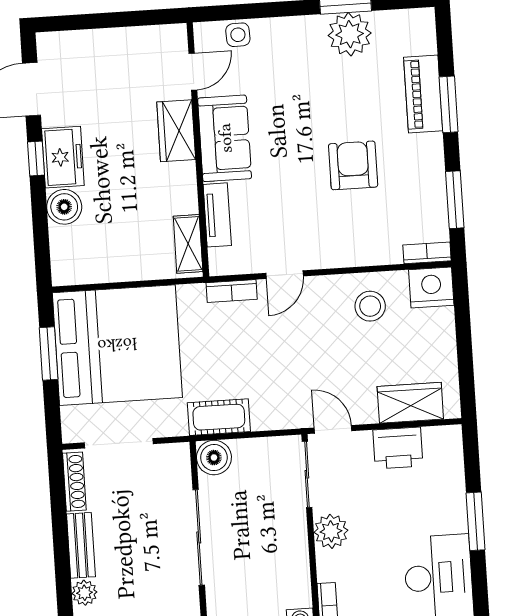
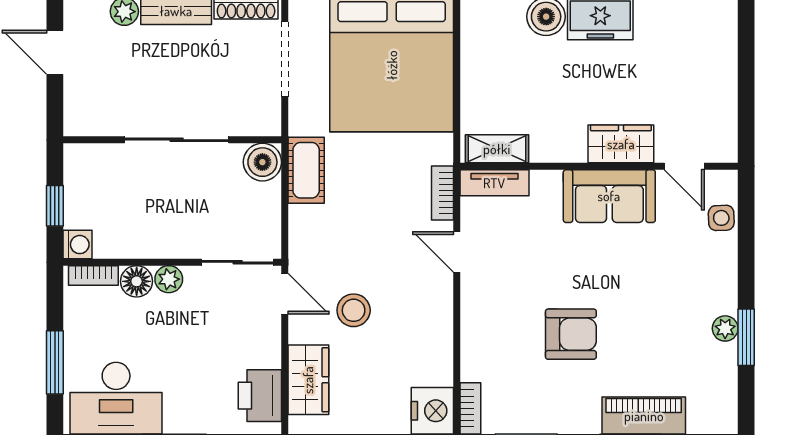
plant: (350, 34) -> (725, 328), width x0.53, depth x0.53
tv unit: (217, 215) -> (494, 183), moved
stool: (370, 306) -> (354, 310), moved
door: (333, 429) -> (285, 294), hinge flipped
printer: (398, 448) -> (260, 396), moved
plant: (331, 531) -> (169, 279), width x0.73, depth x0.73
floor lamp: (330, 566) -> (137, 281), added

